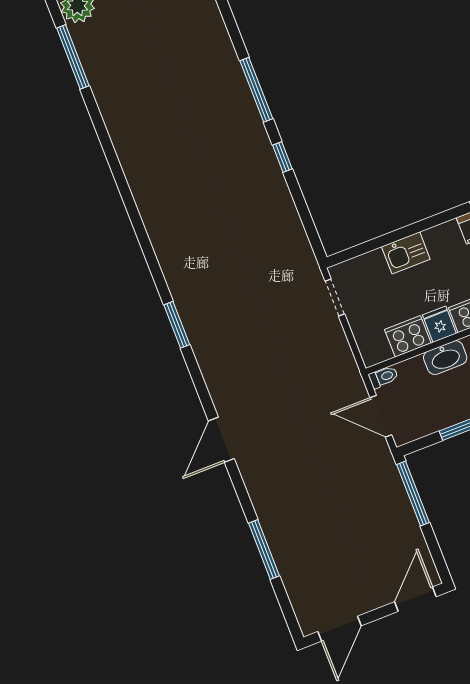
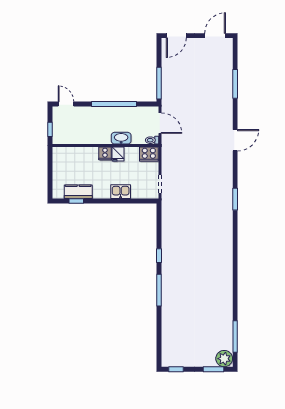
cooker: (408, 336) -> (149, 154), moved

